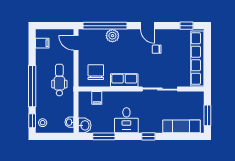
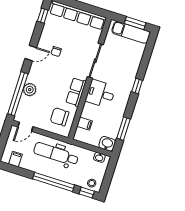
dental chair: (59, 80) -> (56, 154), width x1.36, depth x1.38
desk: (126, 120) -> (101, 94), moved, turned 180
exam couch: (181, 126) -> (131, 32), moved, turned -90

